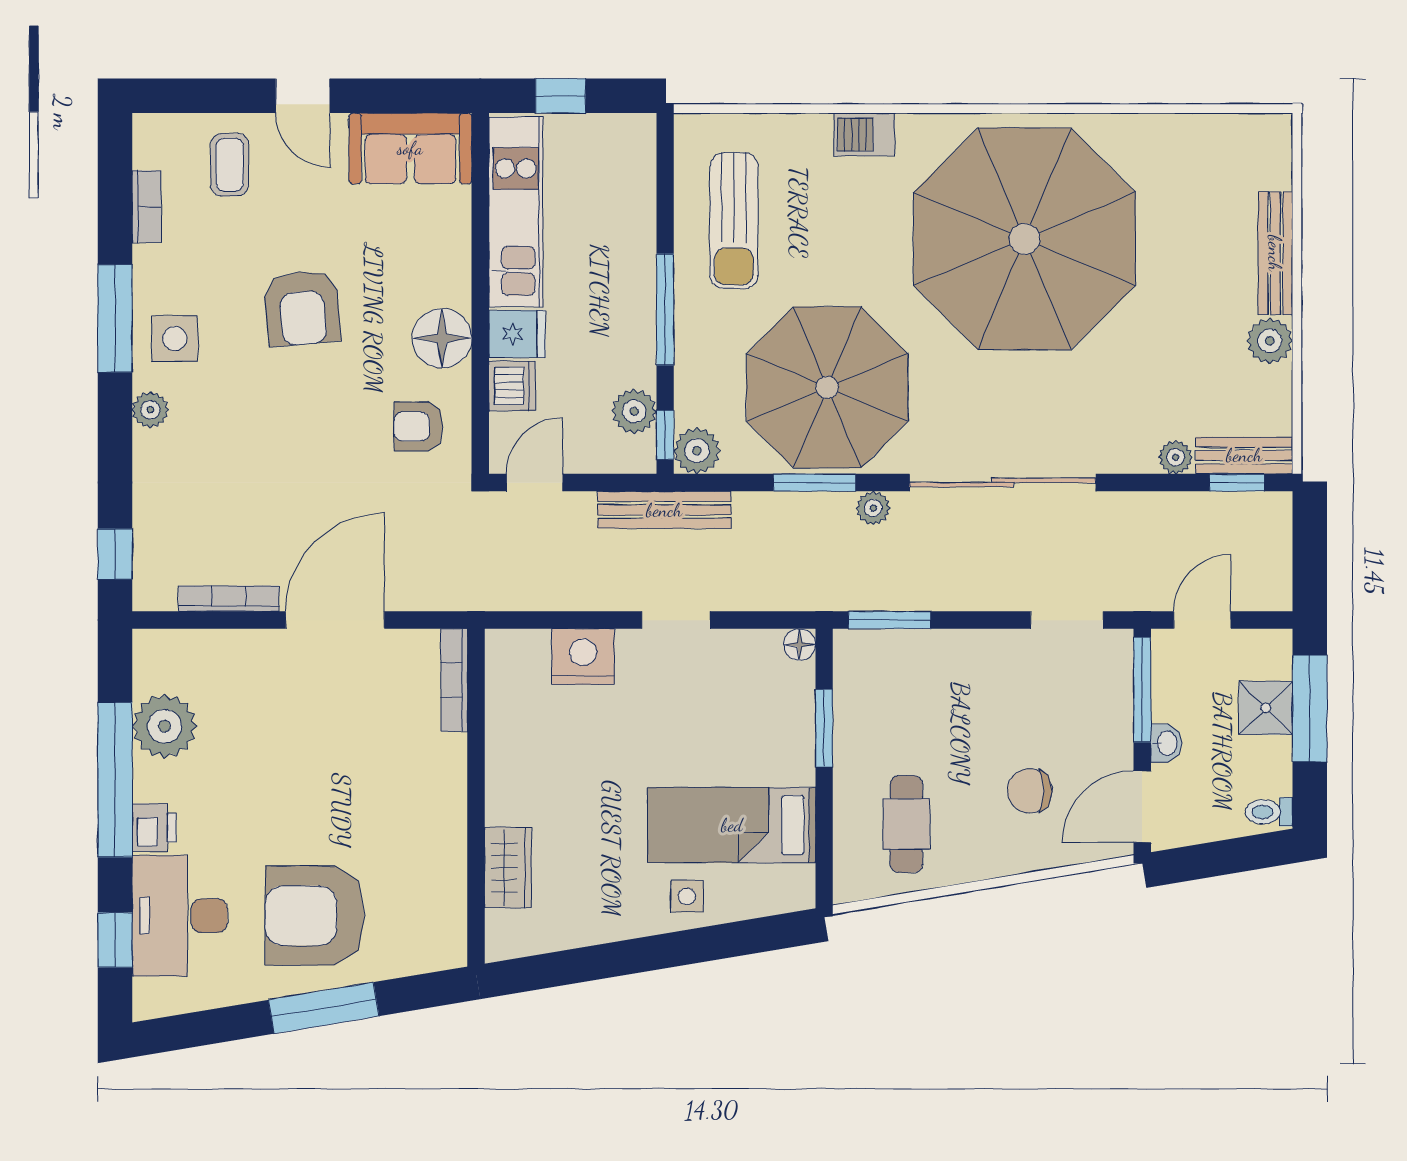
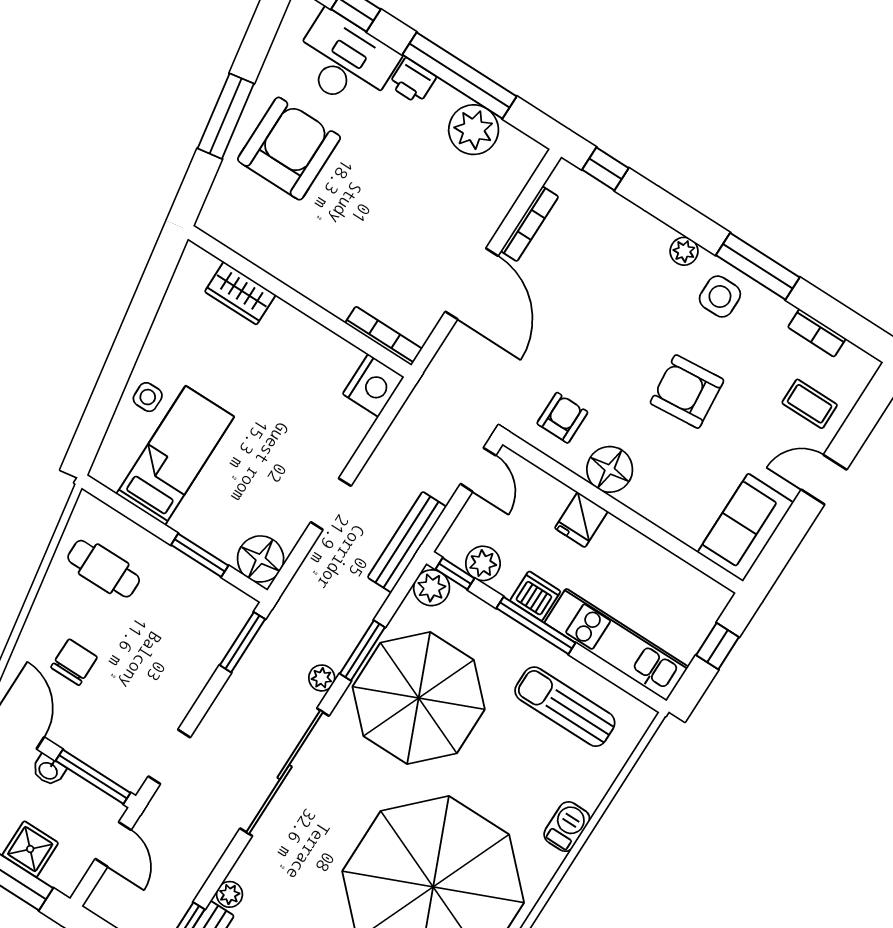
kitchen unit: (516, 212) -> (616, 645), moved, turned 180
dishwasher: (512, 386) -> (535, 596), moved, turned 180
floor lamp: (800, 645) -> (261, 559), width x1.89, depth x1.89
nightstand: (583, 657) -> (373, 385), moved

